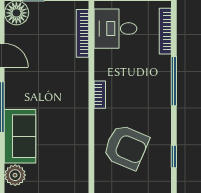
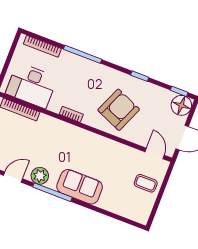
desk: (115, 29) -> (31, 85), width x1.37
plant: (15, 175) -> (40, 176), moved

